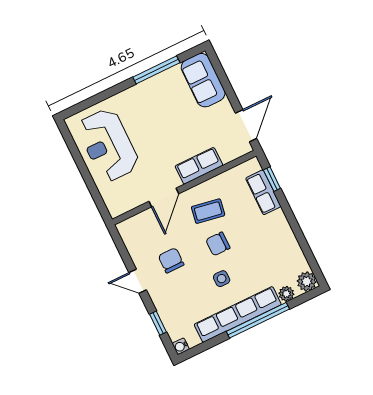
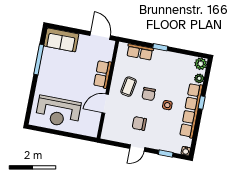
window: (272, 179) -> (160, 47), moved
door: (164, 198) -> (105, 104), swing flipped
window: (258, 320) -> (202, 103), width x0.32

